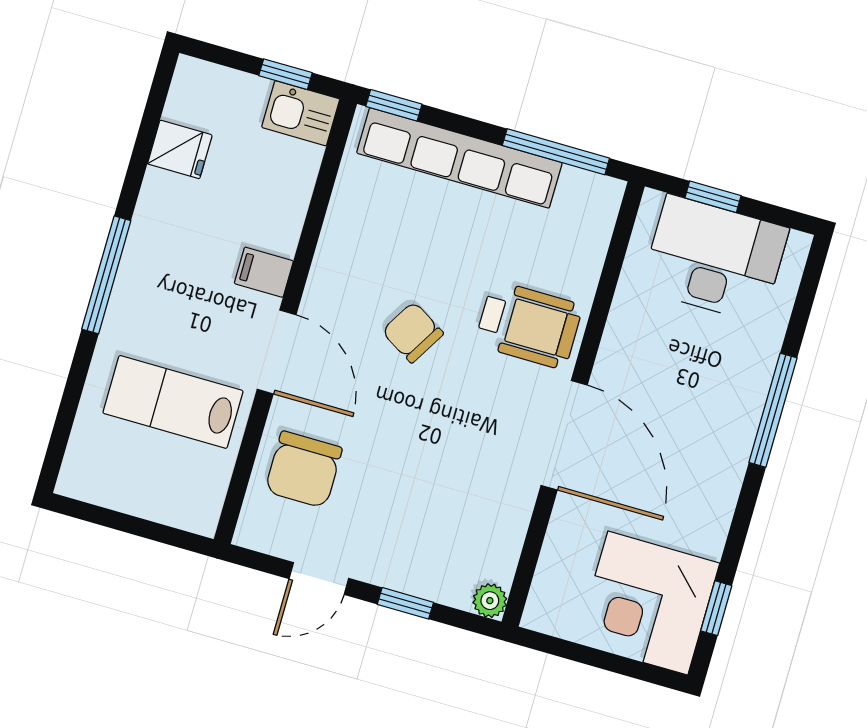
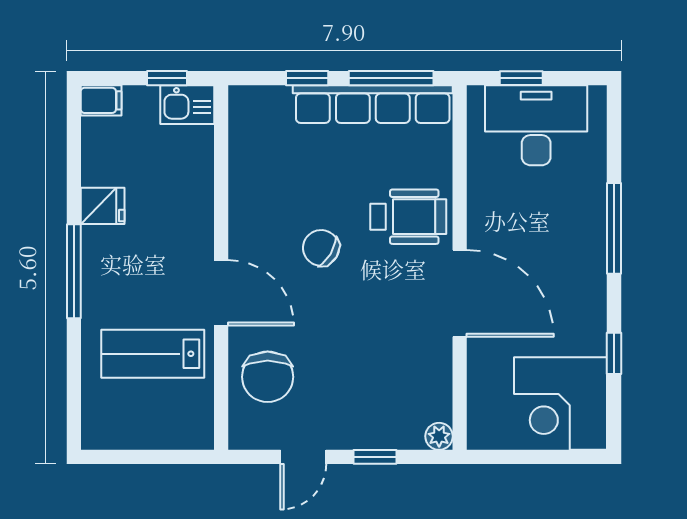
window: (394, 105) -> (307, 78), moved
fridge: (180, 149) -> (103, 206), moved
row of seats: (459, 158) -> (373, 104), moved
filing cabinet: (264, 272) -> (101, 100), moved, turned 180
window: (716, 608) -> (614, 353), moved

